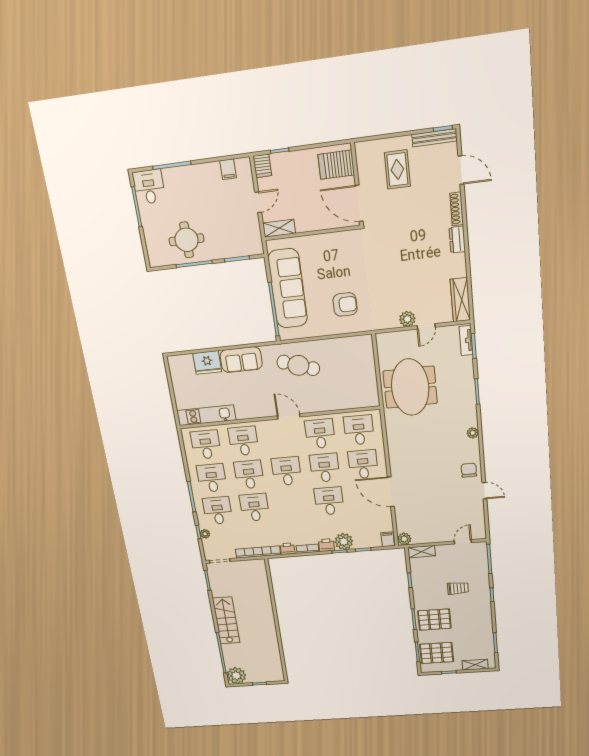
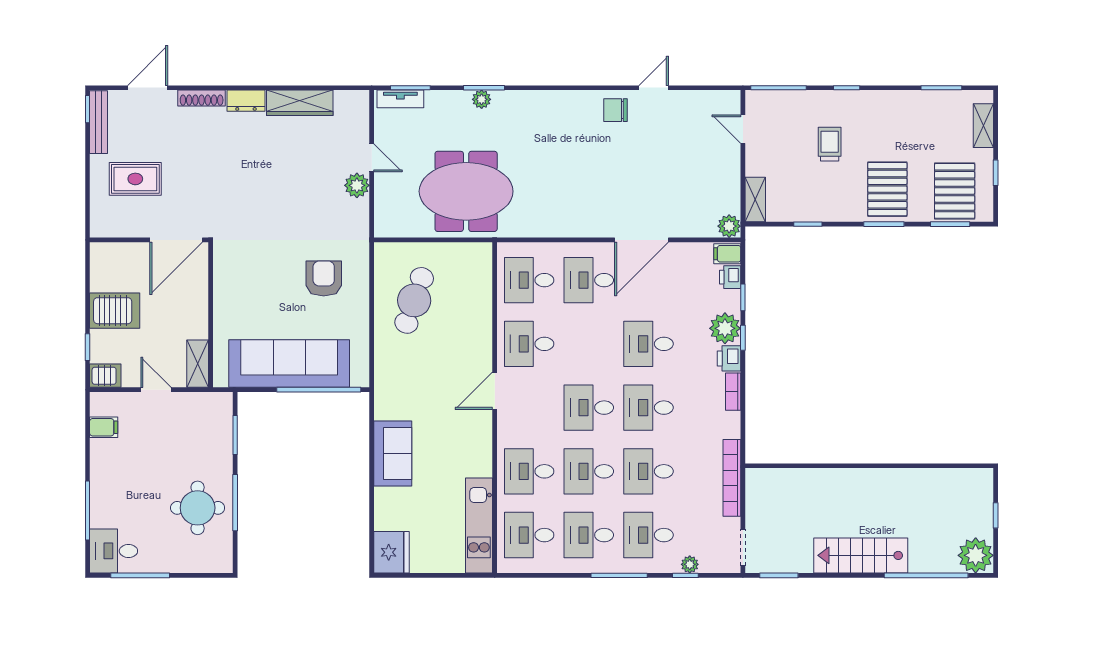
server rack: (336, 165) -> (115, 311), moved, turned -90
wardrobe: (460, 300) -> (300, 103), moved
fridge: (207, 362) -> (391, 552), moved
cafe table: (298, 365) -> (414, 300), moved
plant: (473, 433) -> (482, 99), moved
desk: (325, 468) -> (649, 408), moved
printer: (288, 549) -> (730, 277), moved

